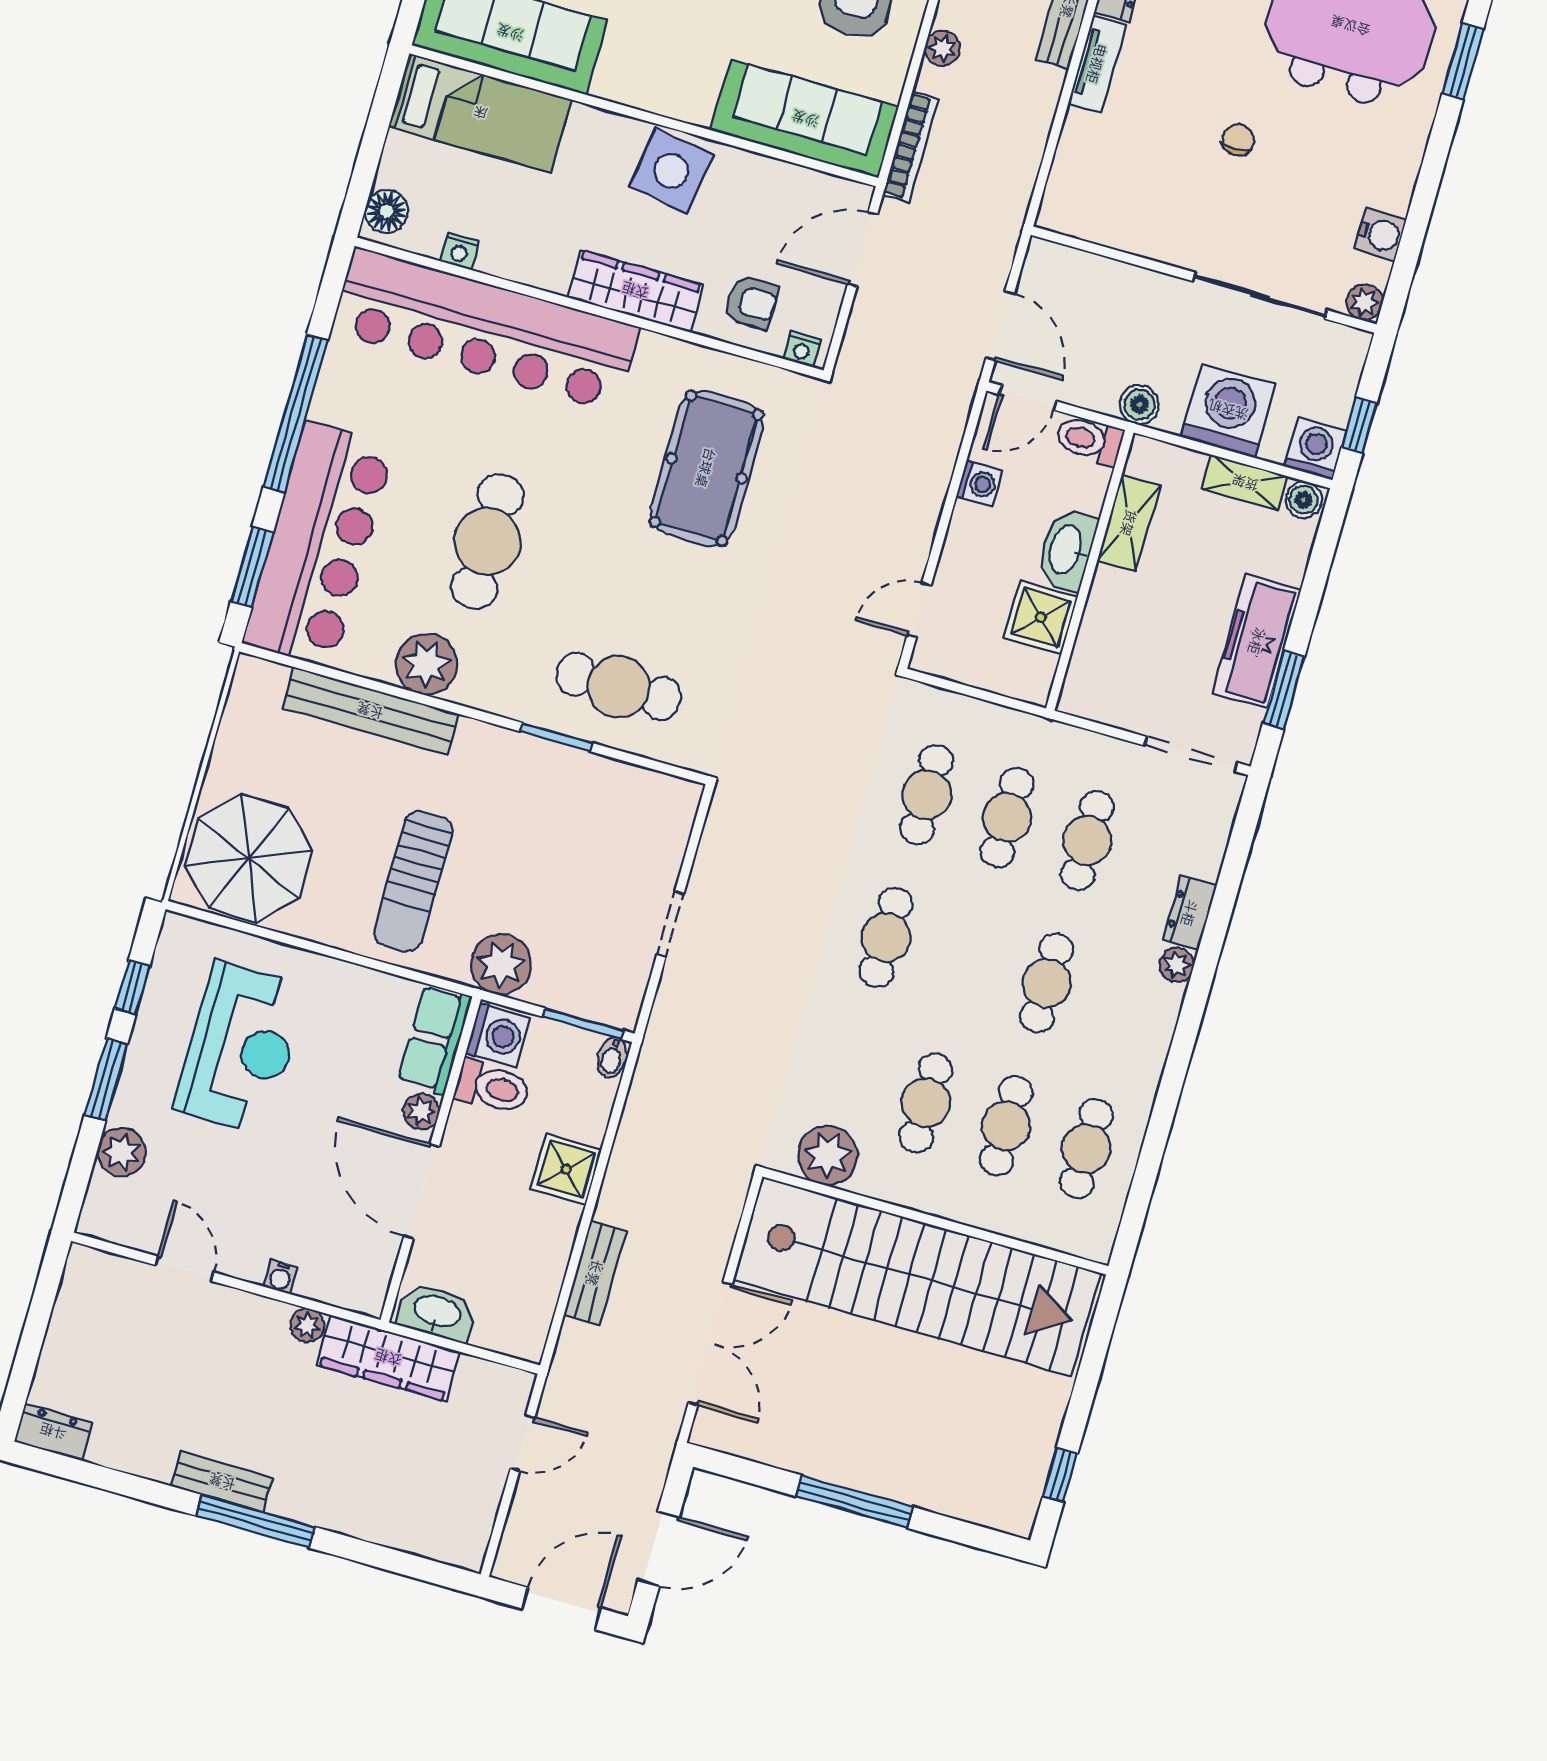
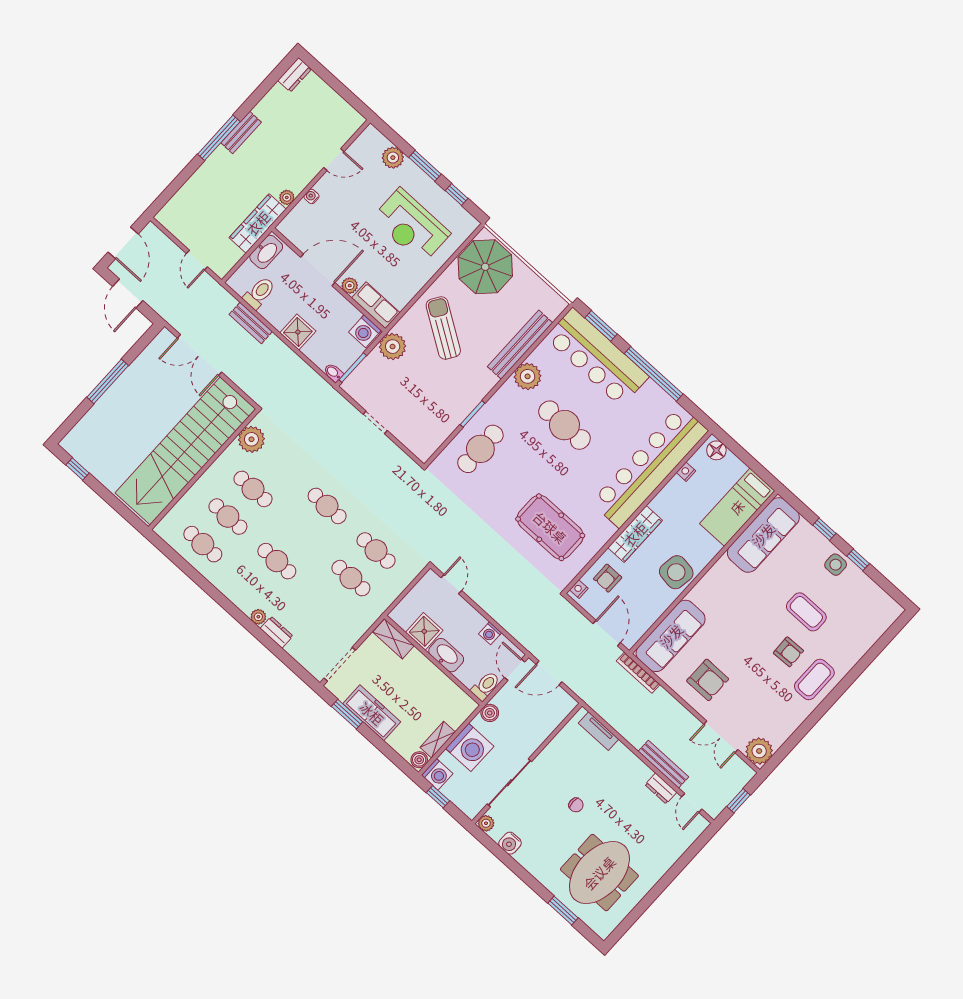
plant: (942, 48) -> (671, 705), removed
tv unit: (1097, 64) -> (598, 731), moved
shelving: (1129, 523) -> (394, 639), moved
cafe table: (1087, 840) -> (326, 606), removed
sun lounger: (413, 881) -> (443, 328), turned 33
toilet: (493, 1087) -> (259, 293), moved, turned 180

